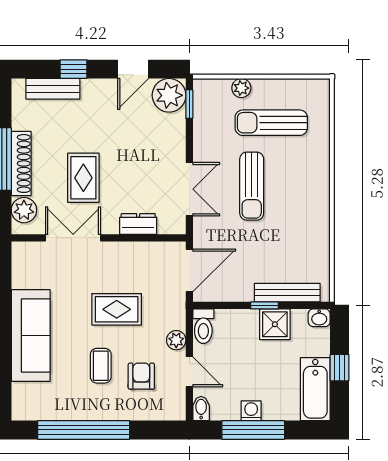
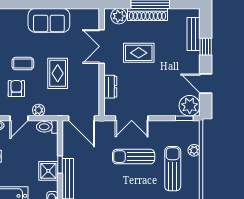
double door: (73, 238) -> (102, 46), swing flipped
sofa: (31, 335) -> (49, 20), width x0.73
armchair: (141, 376) -> (16, 89), turned -90

